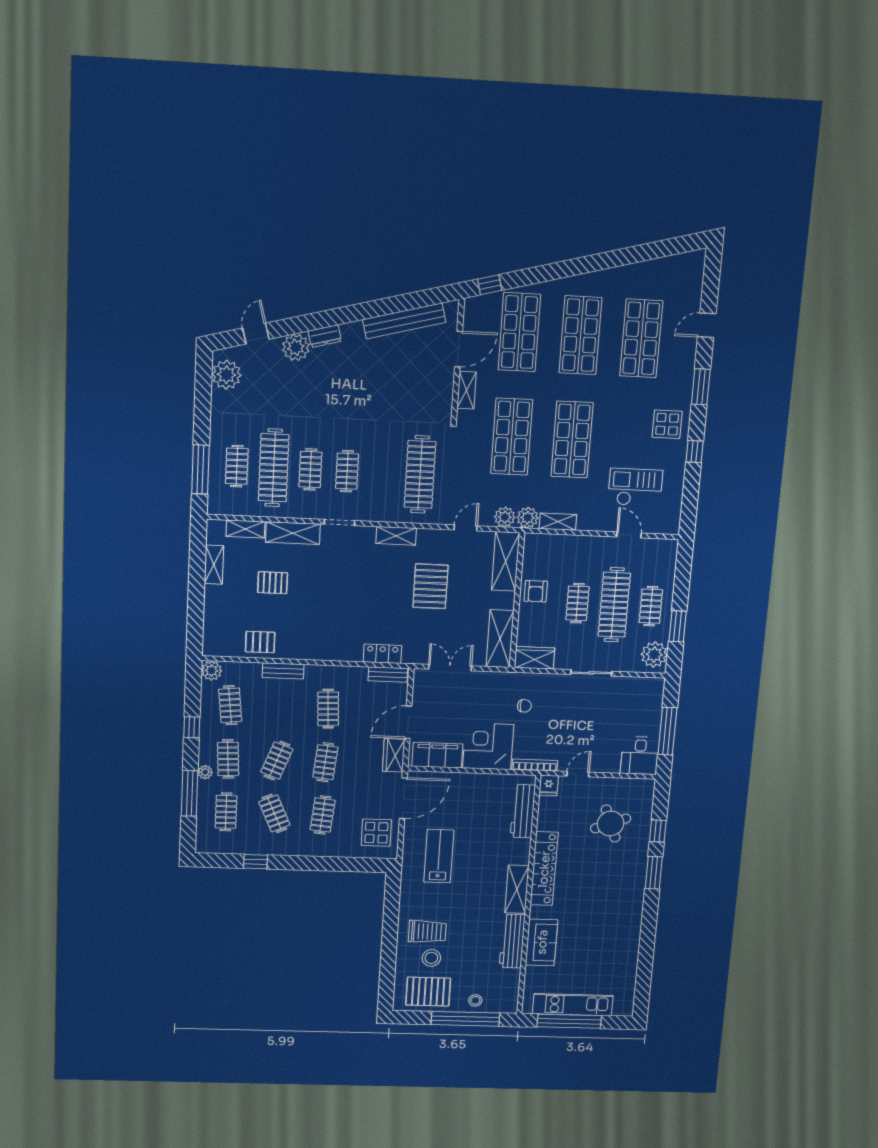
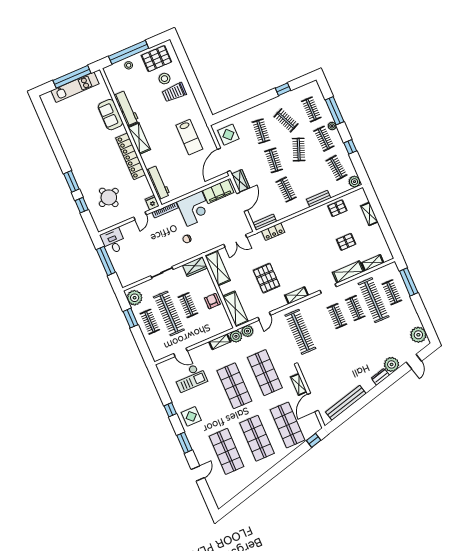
shelving: (214, 565) -> (369, 214), moved

